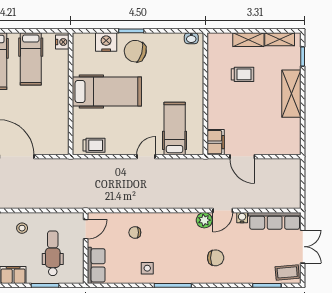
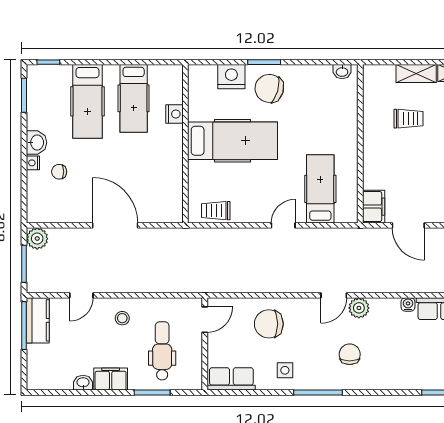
nightstand: (62, 42) -> (174, 114), moved
trolley: (94, 145) -> (216, 211), turned 180
door: (223, 211) -> (334, 295), moved
chair: (135, 232) -> (269, 324), width x1.87, depth x1.87
chair: (216, 258) -> (350, 354), moved, turned -90
row of seats: (96, 265) -> (231, 379), moved, turned -90

